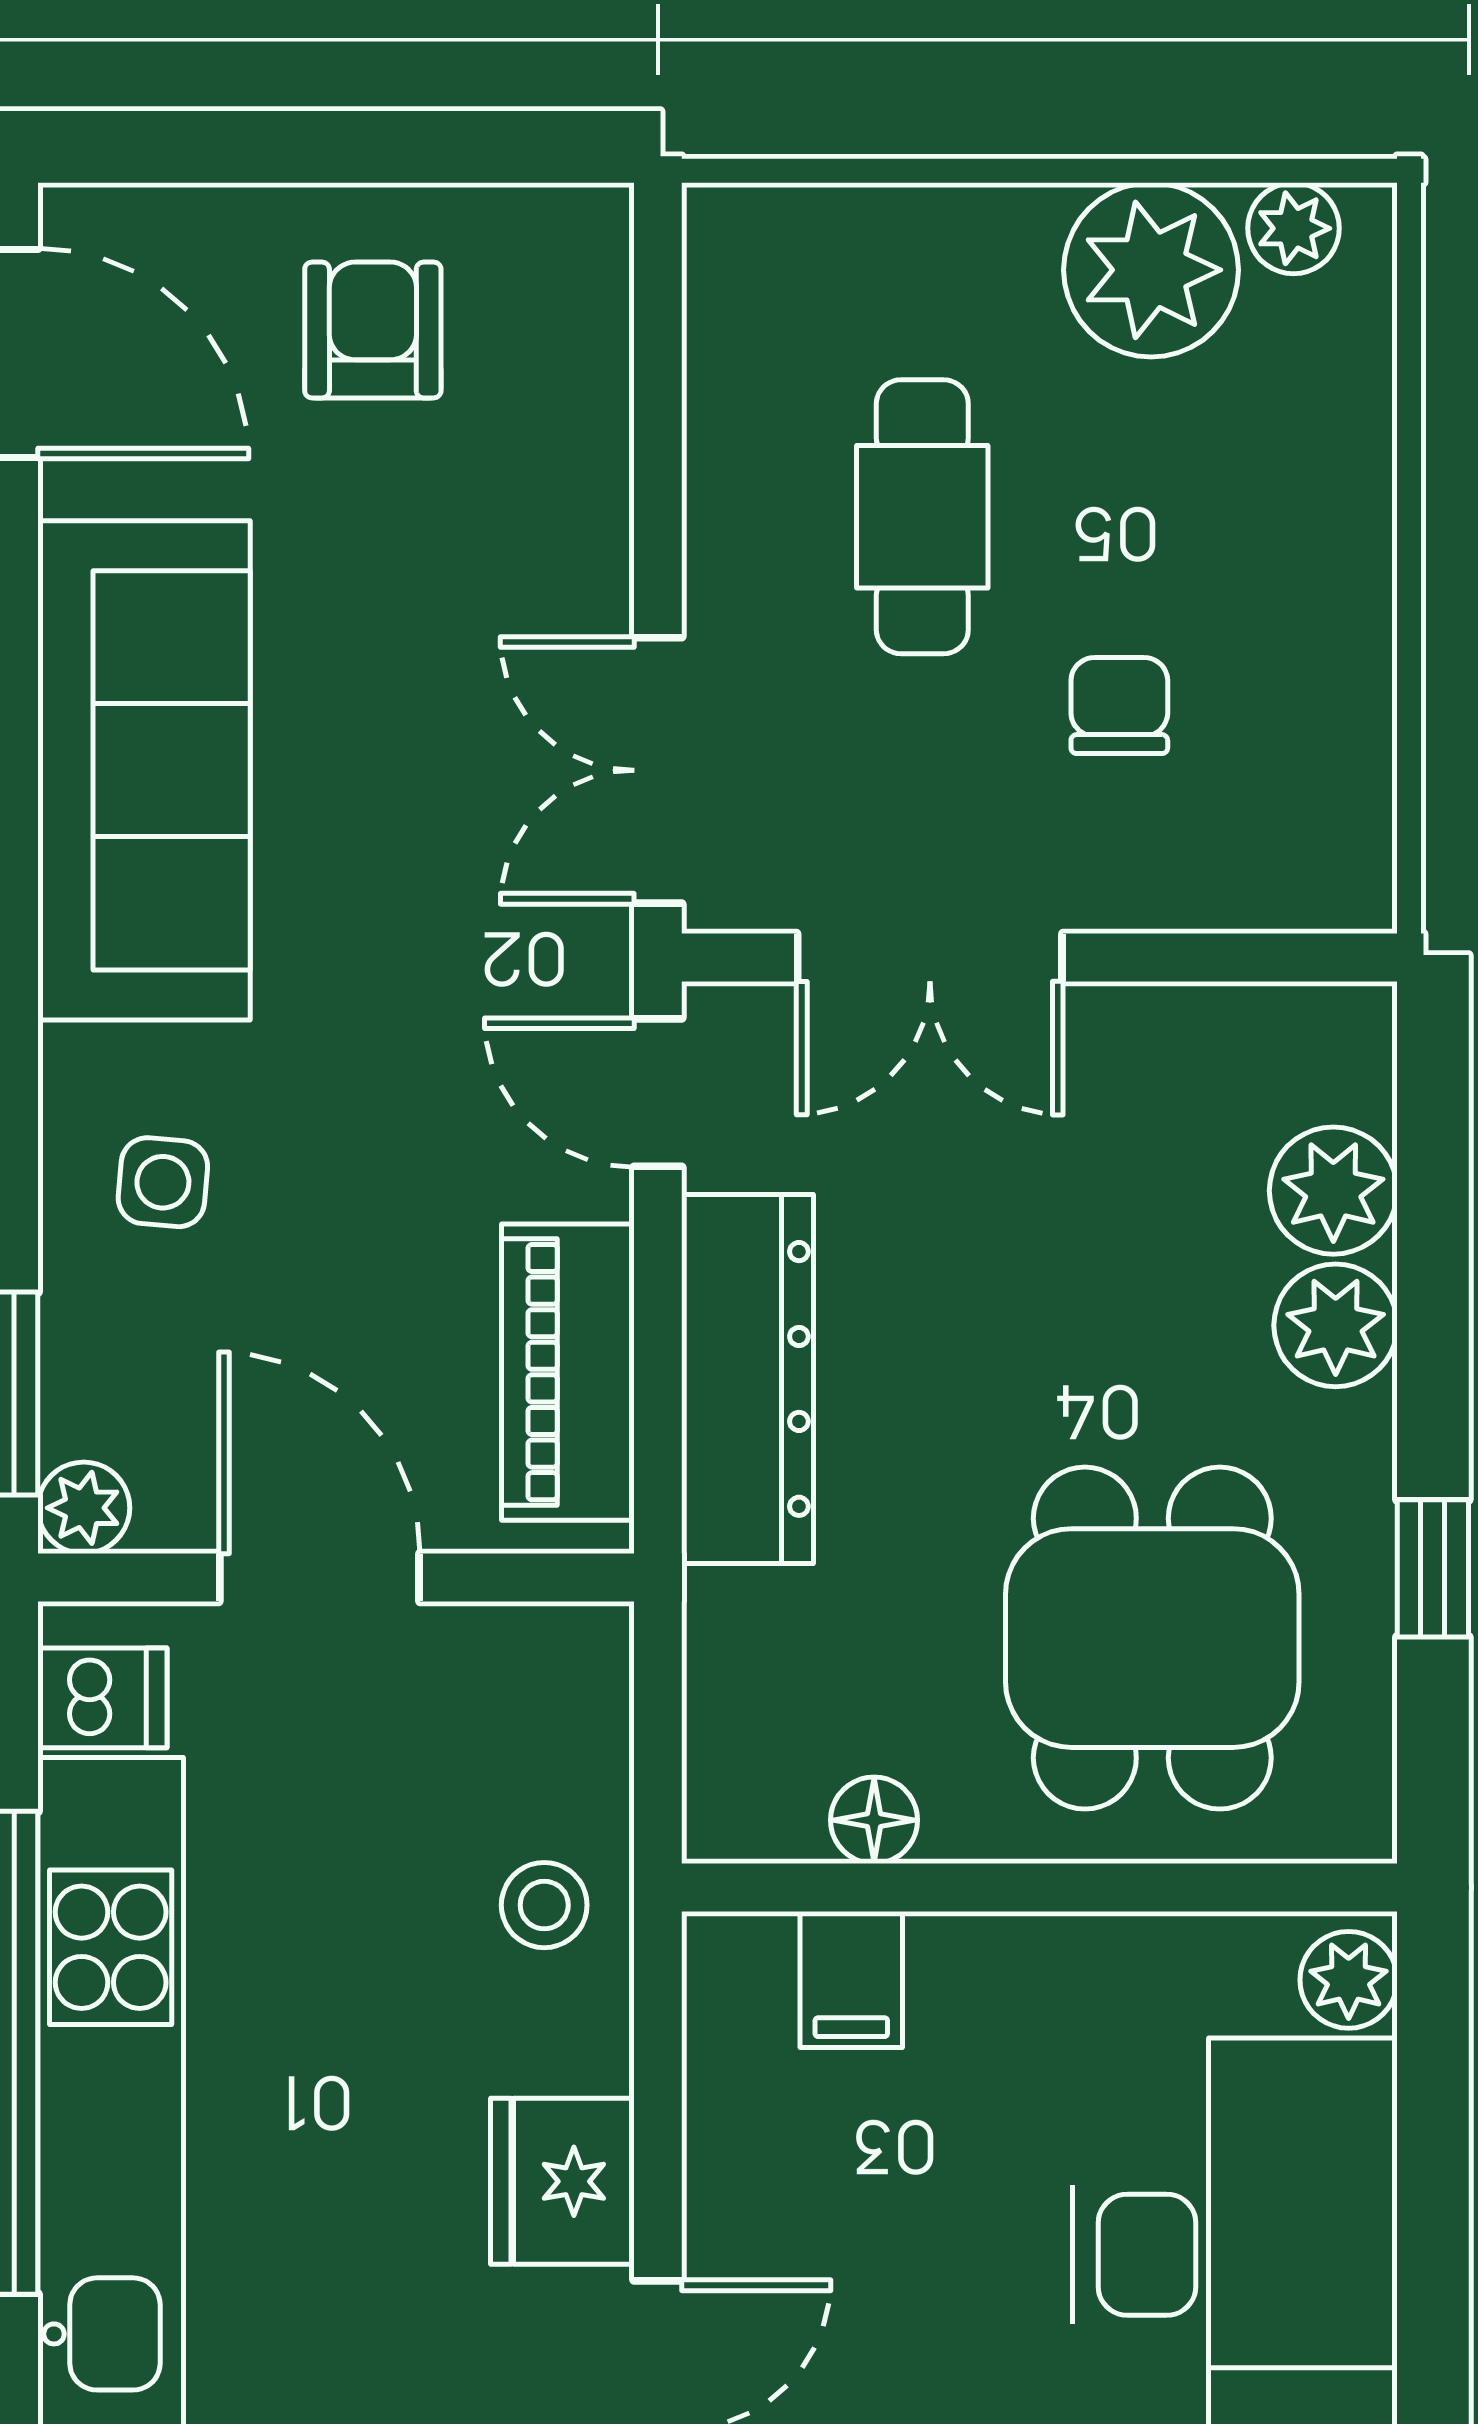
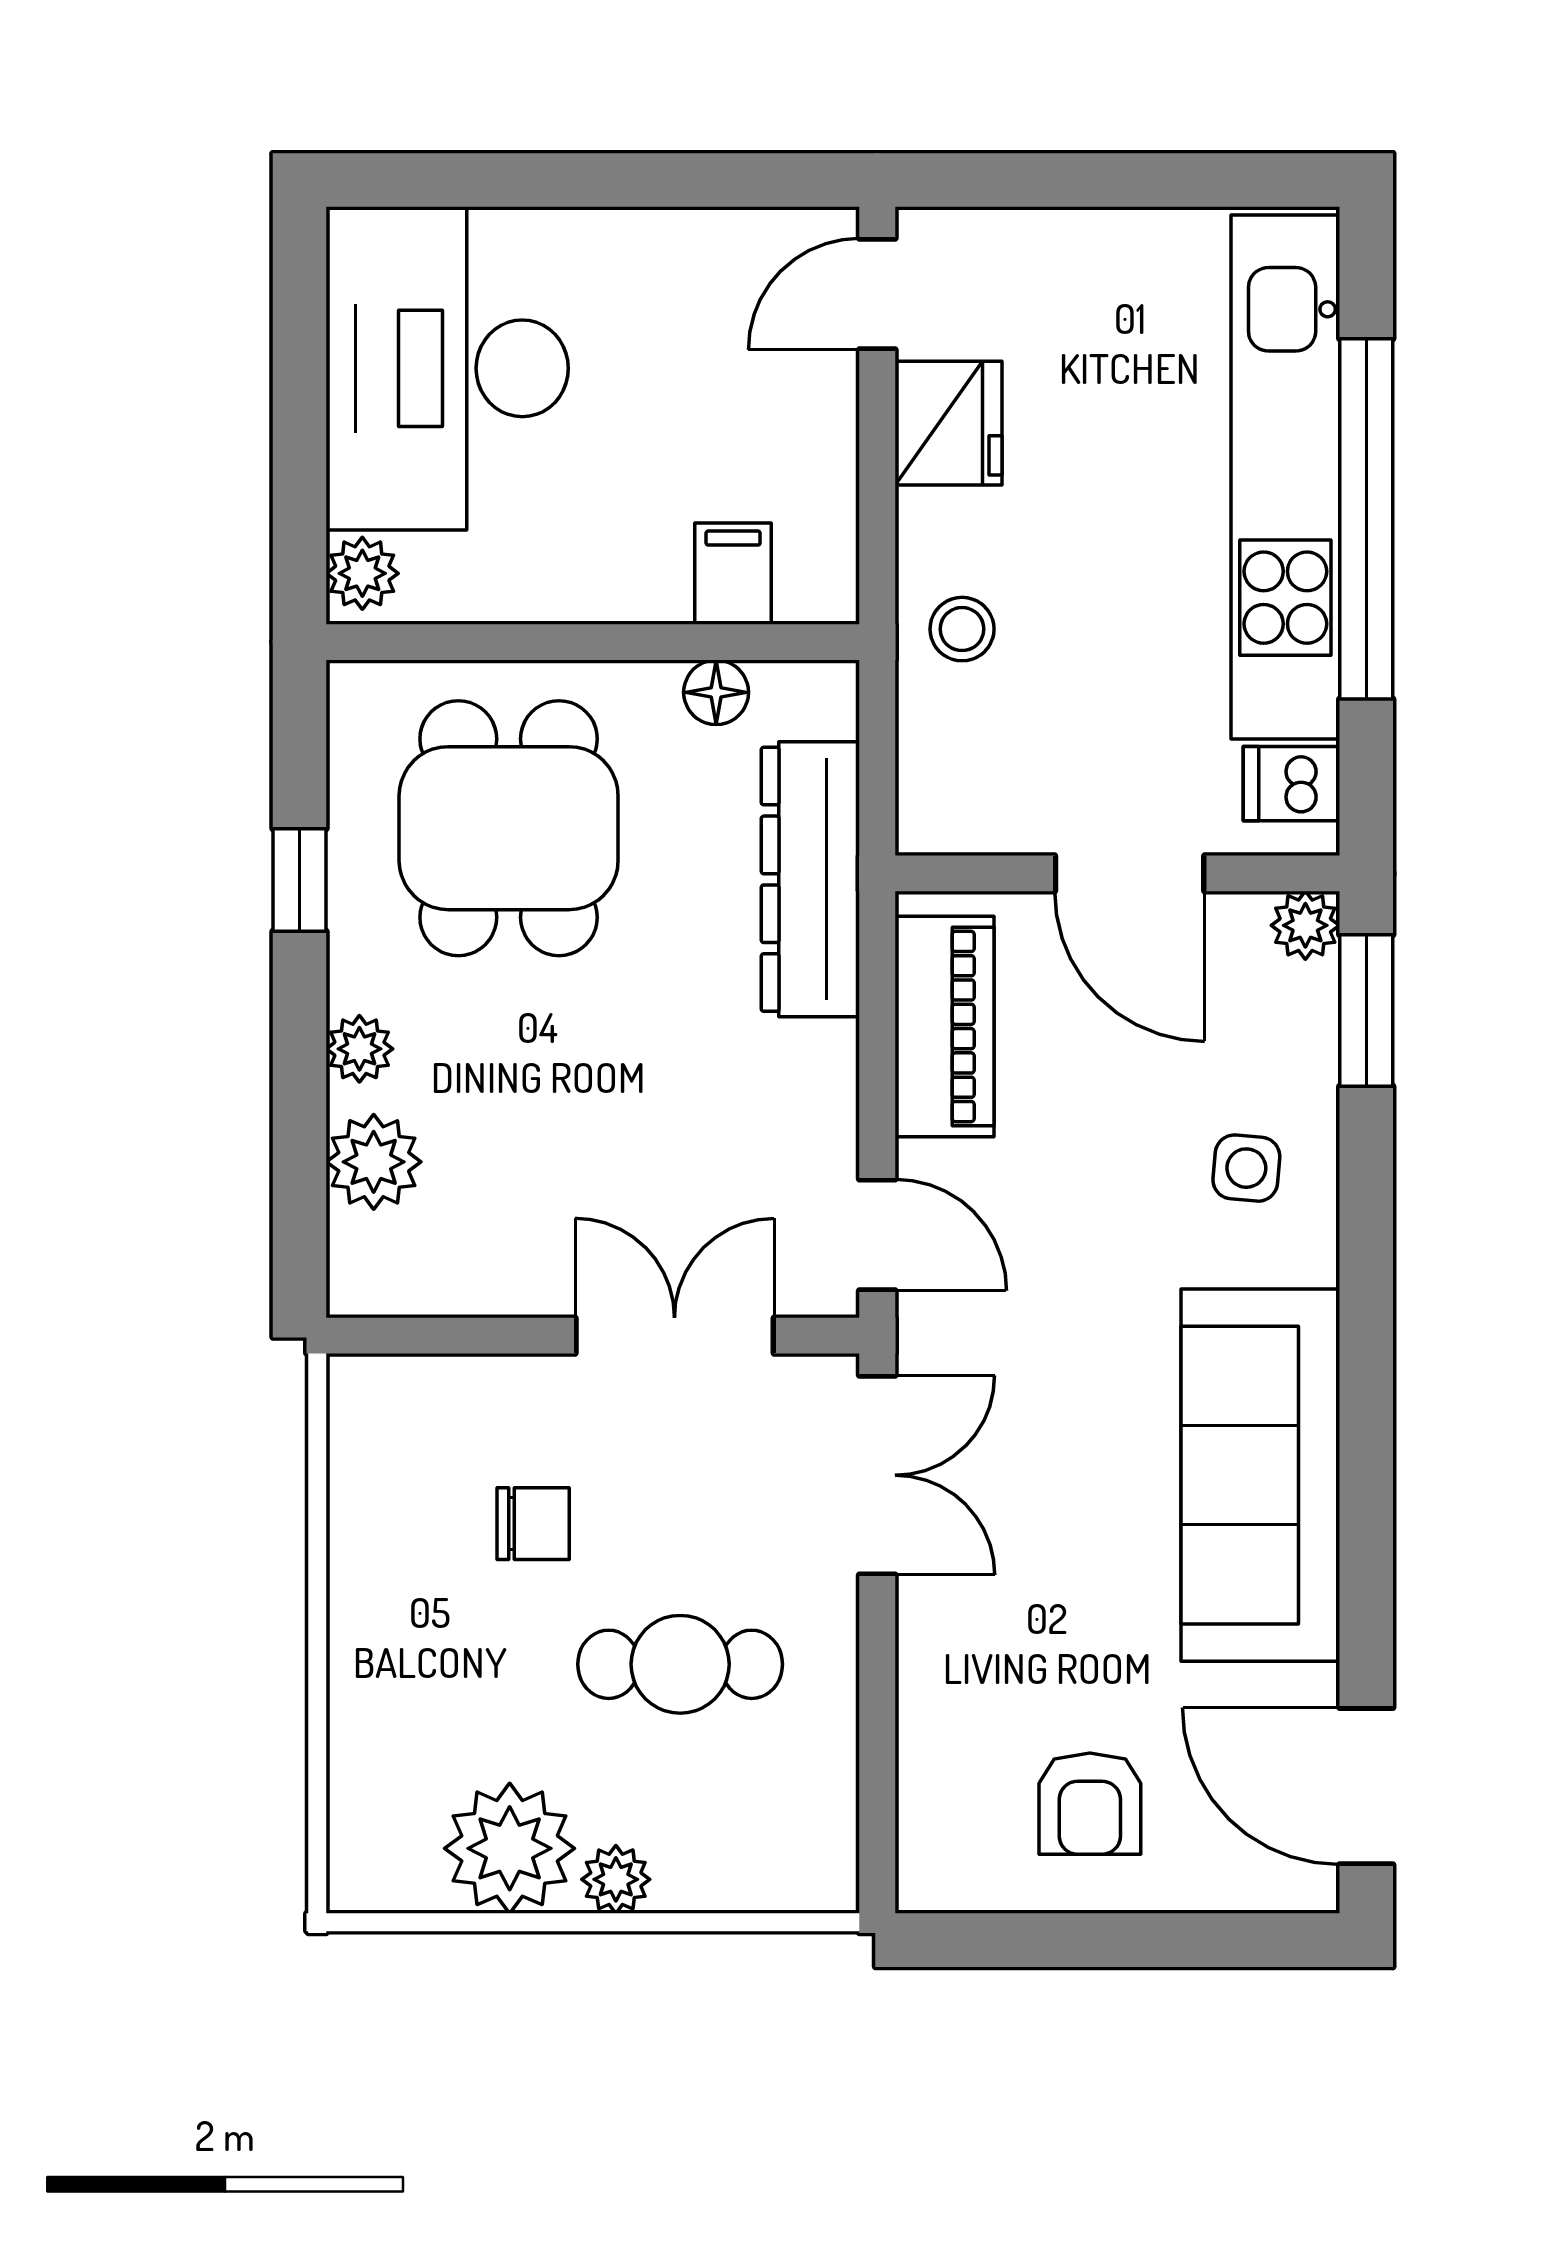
plant: (1293, 228) -> (616, 1879), moved
cafe table: (922, 517) -> (680, 1664), turned 90
chair: (1119, 706) -> (533, 1524), turned -90
plant: (1336, 1325) -> (359, 1049), width x0.73, depth x0.73
dresser: (748, 1379) -> (810, 879), moved

